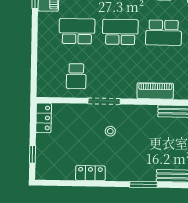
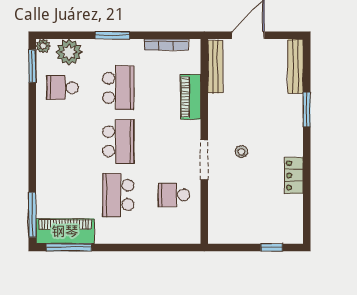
school desk: (120, 32) -> (118, 141), turned 180
school desk: (76, 76) -> (174, 195), turned 180
locker: (44, 118) -> (226, 235), removed

